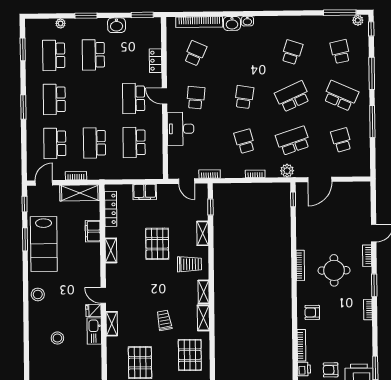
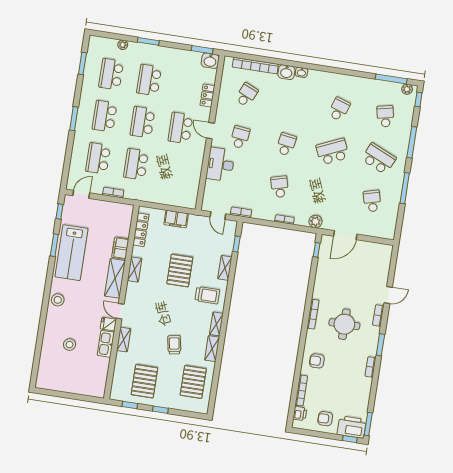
washbasin: (117, 25) -> (210, 61), moved
school desk: (293, 141) -> (326, 194), removed
school desk: (134, 142) -> (143, 122), moved
shelving: (80, 193) -> (115, 278), moved, turned 90

